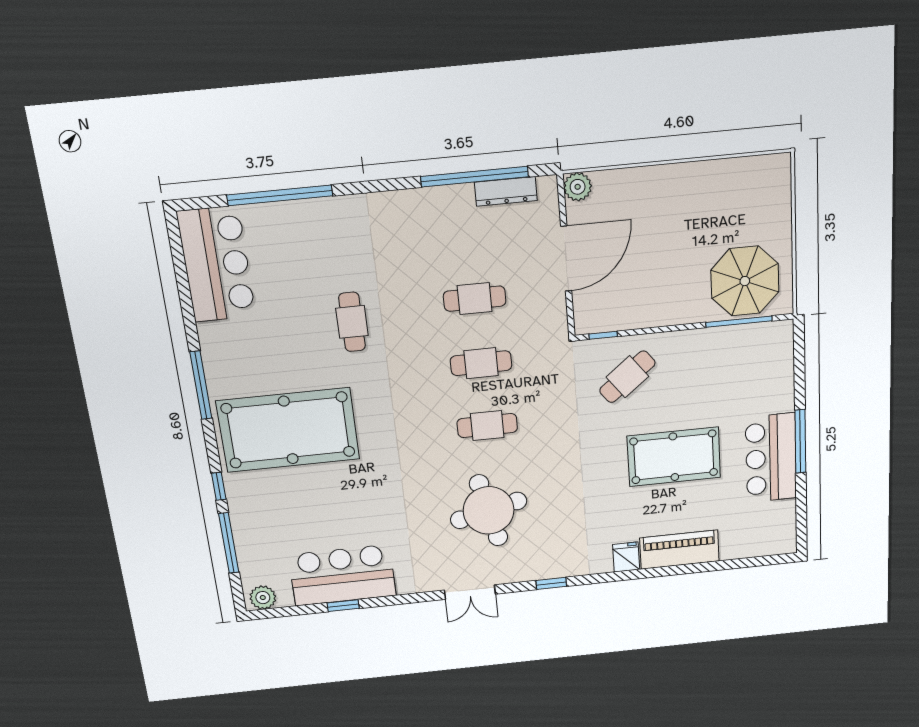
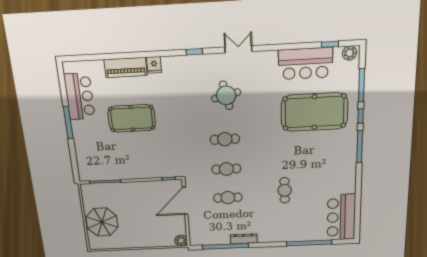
dresser: (506, 191) -> (244, 239), moved
door: (566, 259) -> (185, 201), moved
parasol: (745, 281) -> (102, 222), moved
cafe table: (627, 377) -> (157, 159), removed
window: (201, 385) -> (360, 147), moved
pool table: (288, 430) -> (314, 112), moved
bar counter: (771, 458) -> (80, 96), moved
round table: (489, 510) -> (226, 95), width x0.73, depth x0.73
window: (343, 606) -> (330, 44), moved

